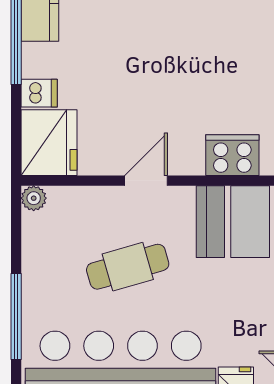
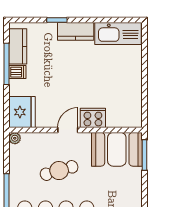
dishwasher: (39, 93) -> (17, 72), moved
cooker: (232, 155) -> (93, 118), moved

